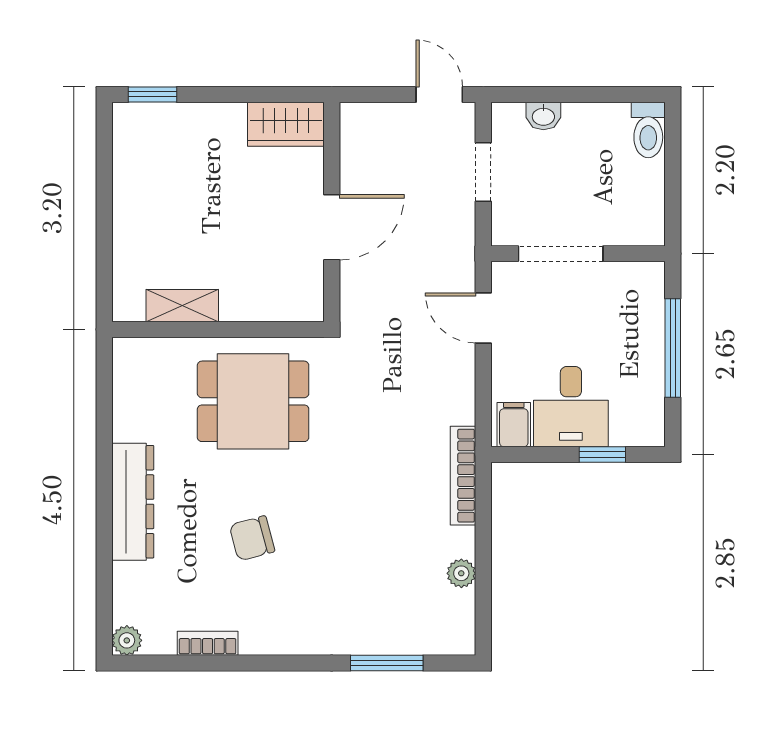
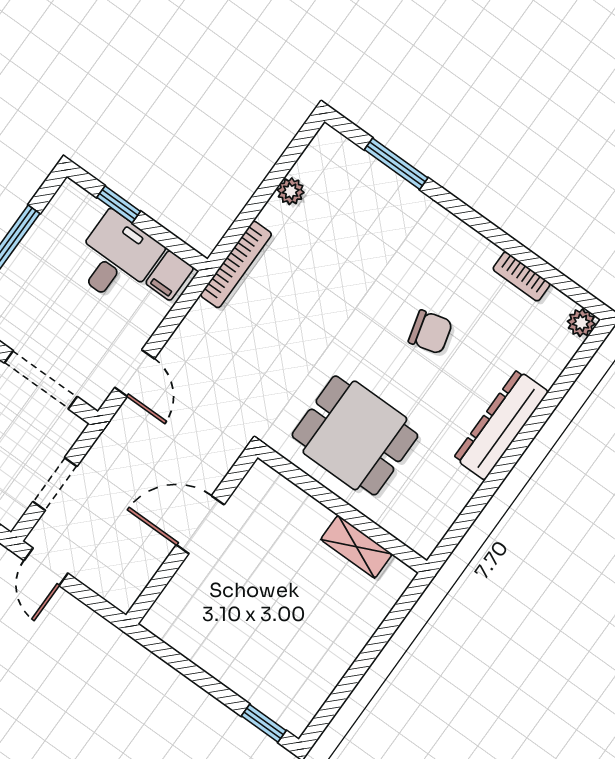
wardrobe: (286, 124) -> (179, 628), removed

